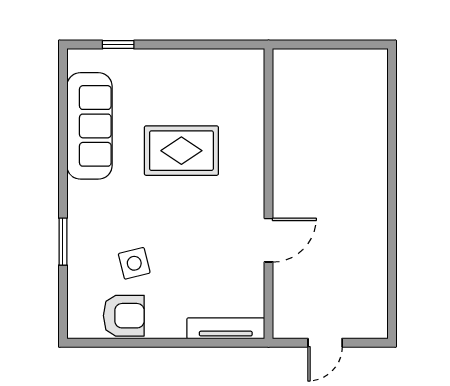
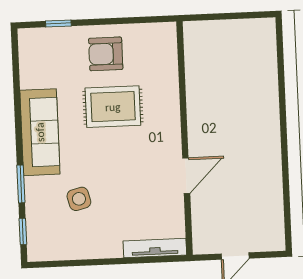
sofa: (89, 126) -> (40, 132), moved
window: (63, 300) -> (23, 231), added
armchair: (124, 316) -> (106, 54), moved, turned 180

